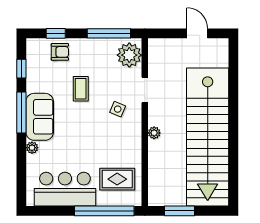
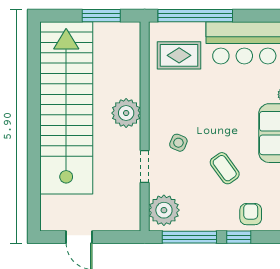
window: (56, 33) -> (239, 237), moved
armchair: (60, 52) -> (251, 214), turned 90
coffee table: (81, 89) -> (225, 168), turned -36
plant: (154, 133) -> (126, 113), width x1.87, depth x1.87

